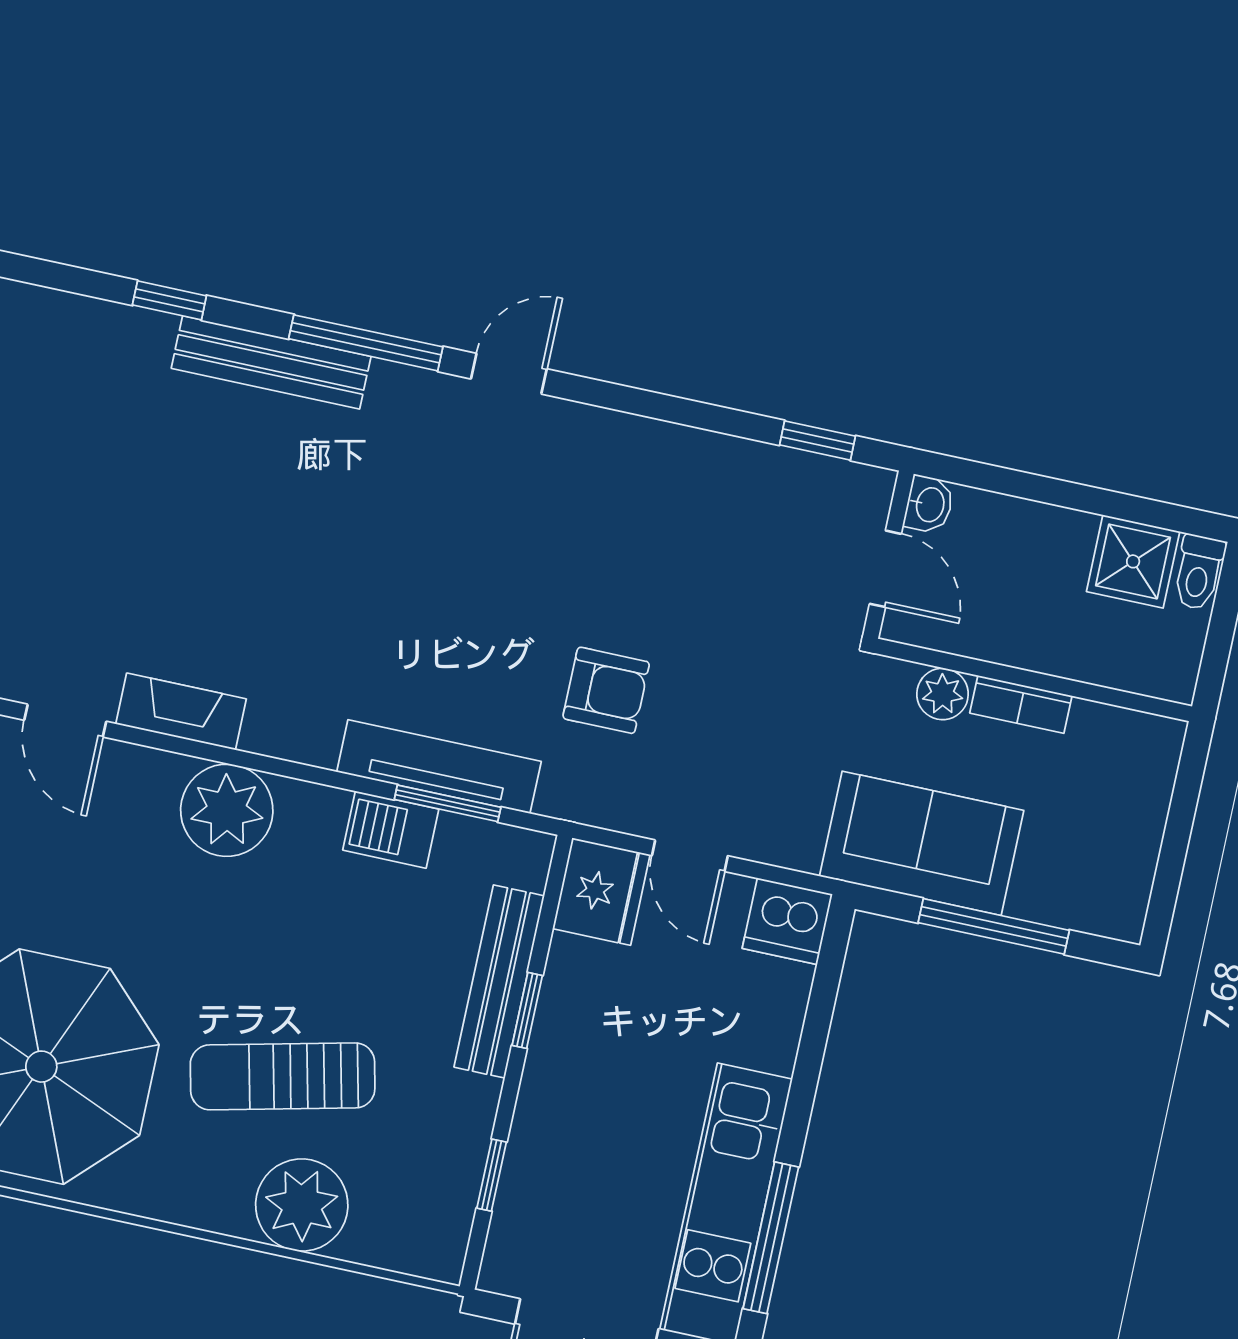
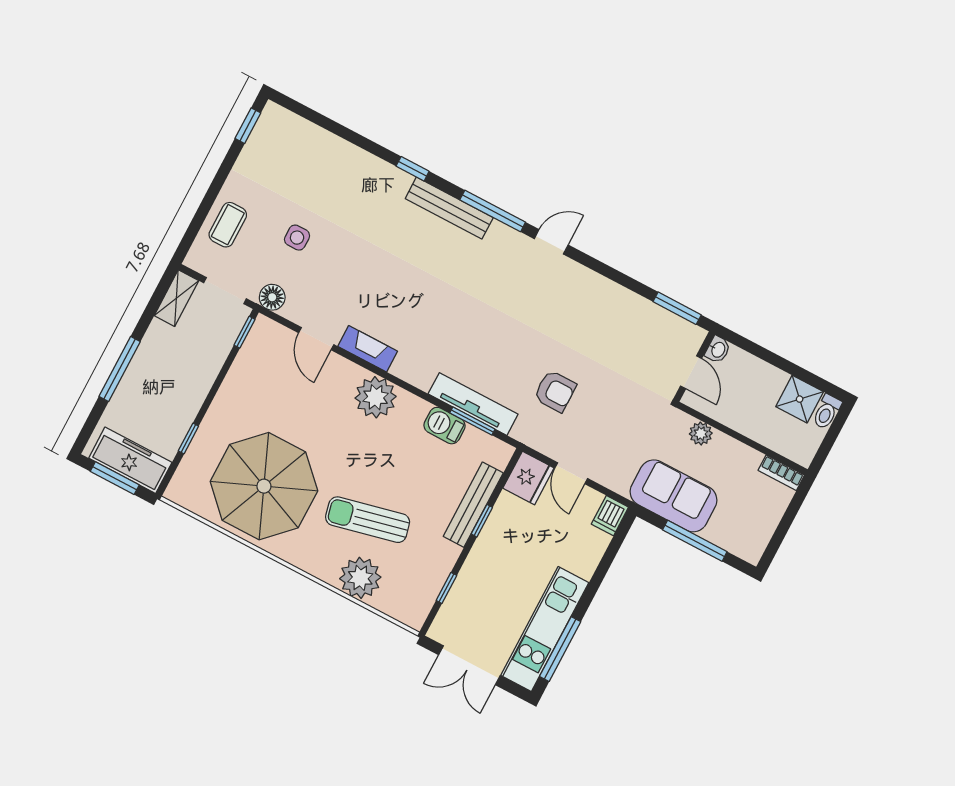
window: (818, 440) -> (677, 308), width x1.50
bookcase: (1021, 704) -> (781, 473), moved
dishwasher: (787, 921) -> (610, 516), width x0.73

